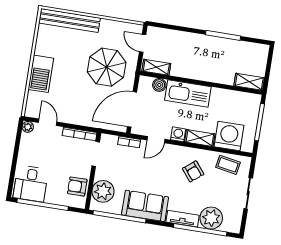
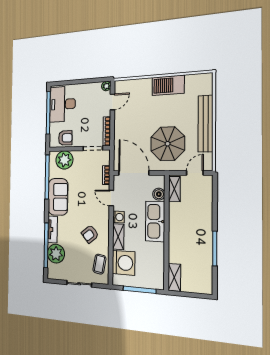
bench: (70, 20) -> (206, 124), moved
barbecue: (41, 74) -> (168, 85), moved
desk: (31, 184) -> (62, 104), width x1.37
armchair: (77, 186) -> (65, 138), turned 90

